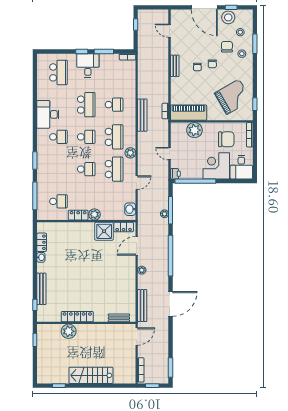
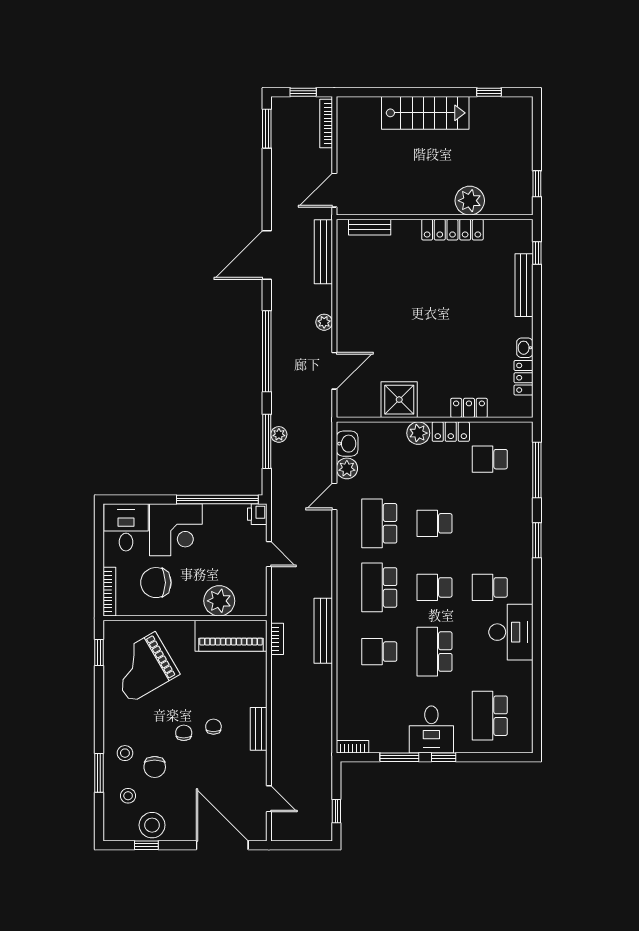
door: (204, 7) -> (222, 845), moved
plant: (130, 153) -> (347, 468), moved
locker: (124, 227) -> (469, 408), moved

